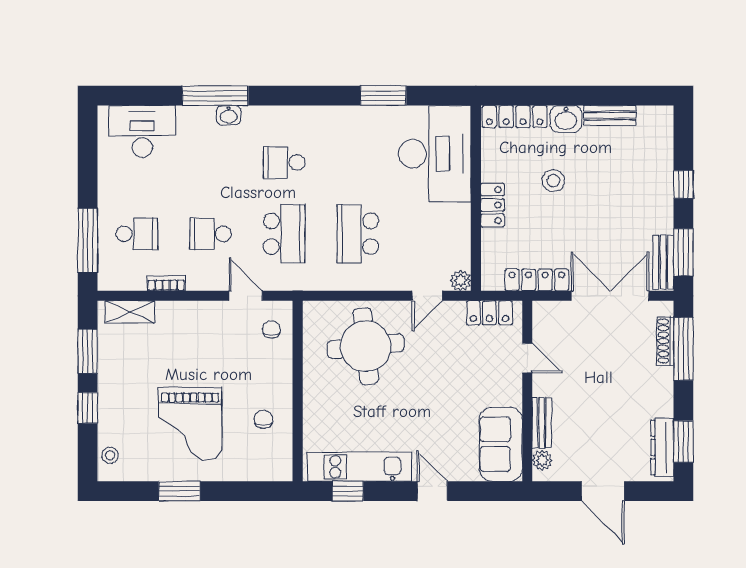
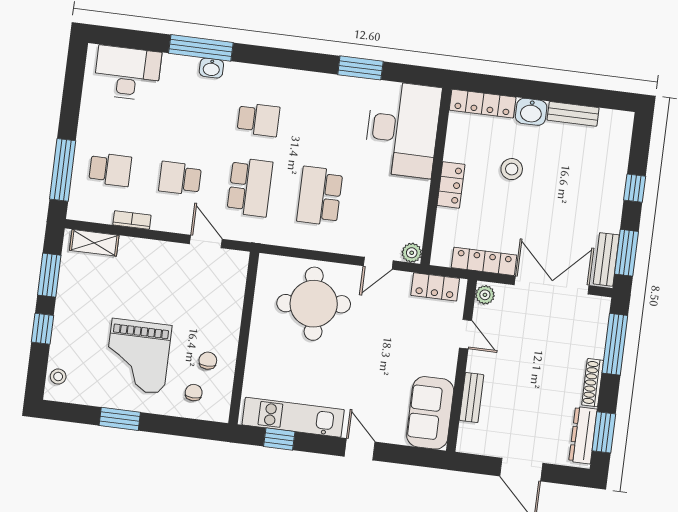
school desk: (284, 163) -> (258, 120), turned 180
chair: (271, 329) -> (194, 393), moved
shoe rack: (665, 341) -> (593, 383), moved
plant: (542, 460) -> (485, 295), moved

